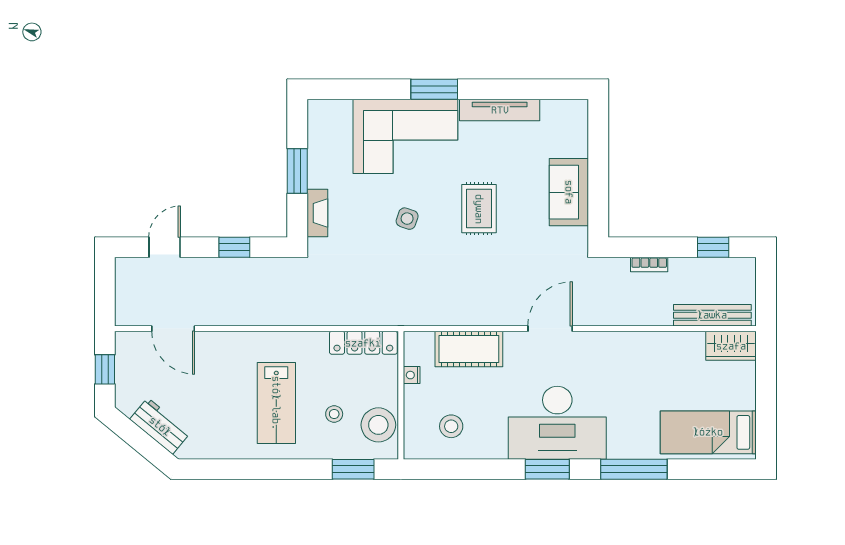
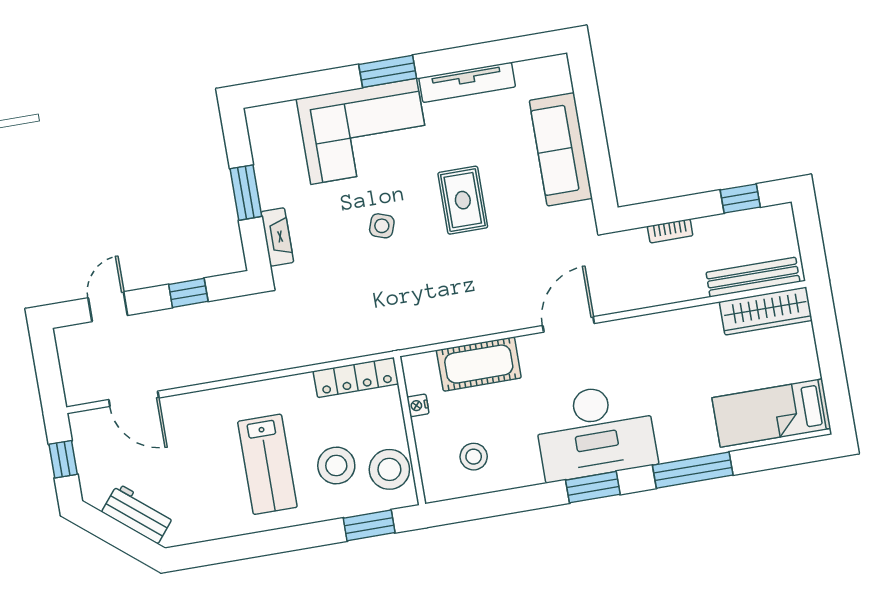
sofa: (569, 192) -> (561, 149), width x1.36
wardrobe: (731, 346) -> (766, 311), width x1.50
stool: (334, 414) -> (336, 466), width x1.89, depth x1.89

